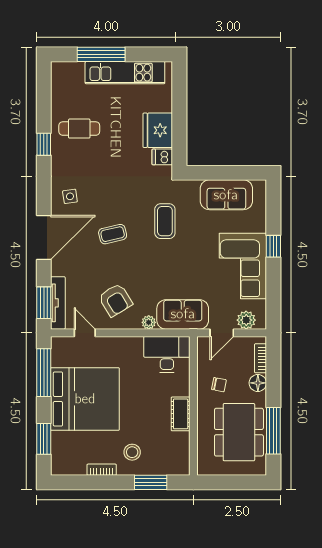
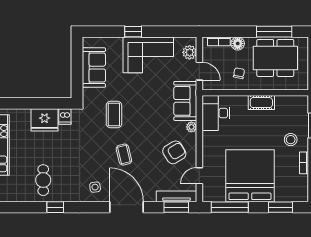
coffee table: (165, 221) -> (114, 115), turned 90

